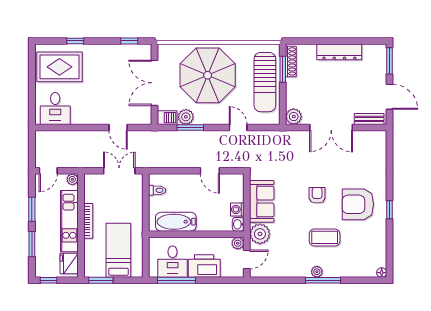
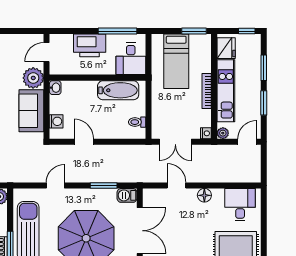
plant: (186, 117) -> (108, 196), removed
floor lamp: (91, 118) -> (204, 195), added
door: (238, 127) -> (55, 185), swing flipped
nightstand: (89, 179) -> (206, 133), added
washing machine: (237, 209) -> (56, 121), moved
plant: (238, 243) -> (56, 69), removed
desk: (173, 262) -> (131, 59), moved, turned 180

